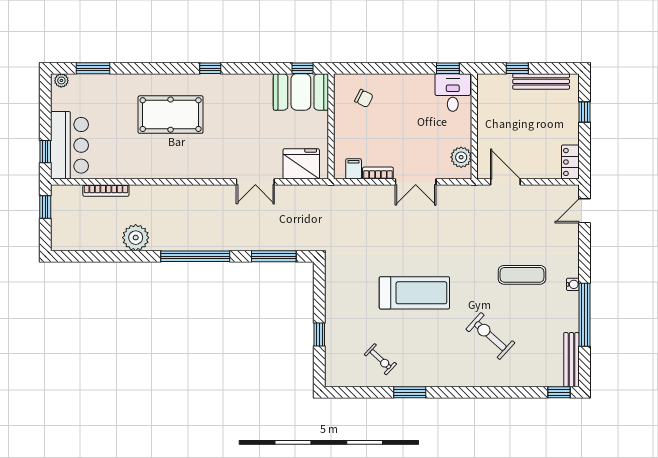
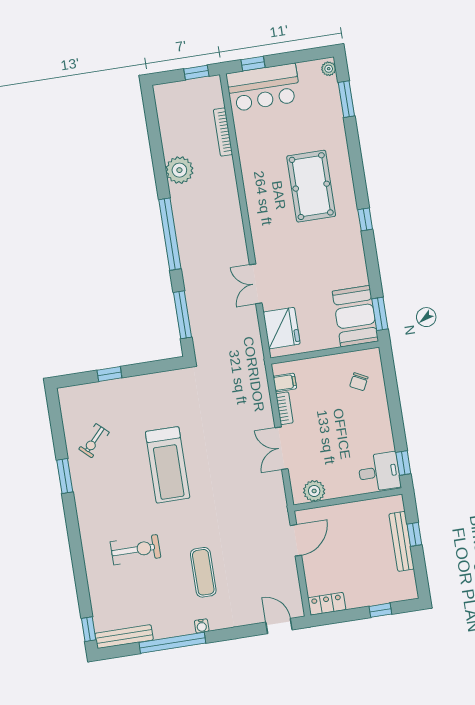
window: (302, 68) -> (380, 314), width x1.50
bench: (541, 81) -> (402, 541), moved
exercise bike: (490, 336) -> (135, 550), turned 48

